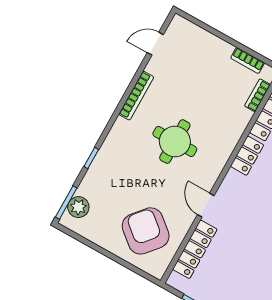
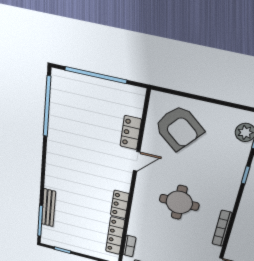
door: (206, 205) -> (137, 161), hinge flipped
locker: (195, 249) -> (131, 133), width x0.66

